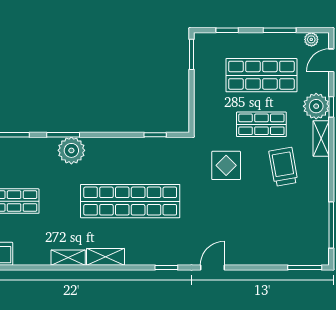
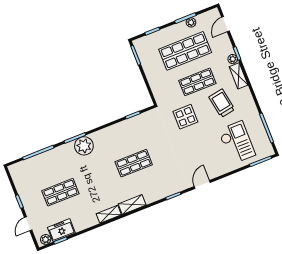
plant: (311, 39) -> (191, 22), moved
plant: (316, 106) -> (233, 59), width x0.53, depth x0.53
shop shelf: (130, 201) -> (134, 163), width x0.50, depth x0.74
checkout: (282, 229) -> (237, 142), added

